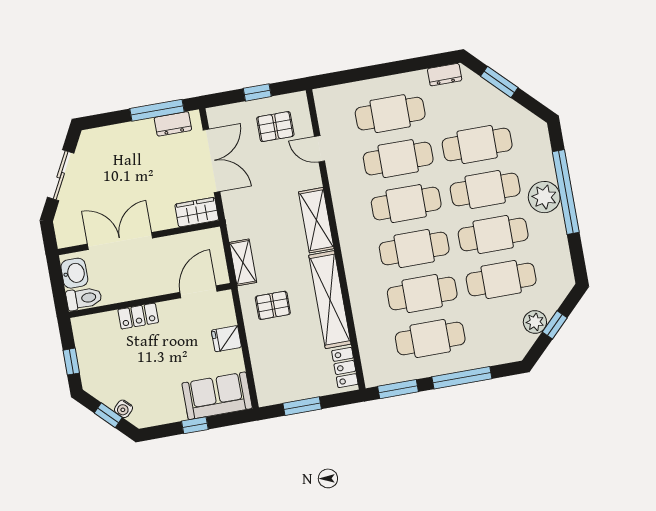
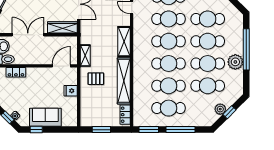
plant: (544, 197) -> (235, 62), moved
wardrobe: (197, 212) -> (62, 27), width x1.50
locker: (138, 316) -> (16, 72), moved
sofa: (217, 396) -> (45, 117), moved
window: (195, 425) -> (36, 130), moved

